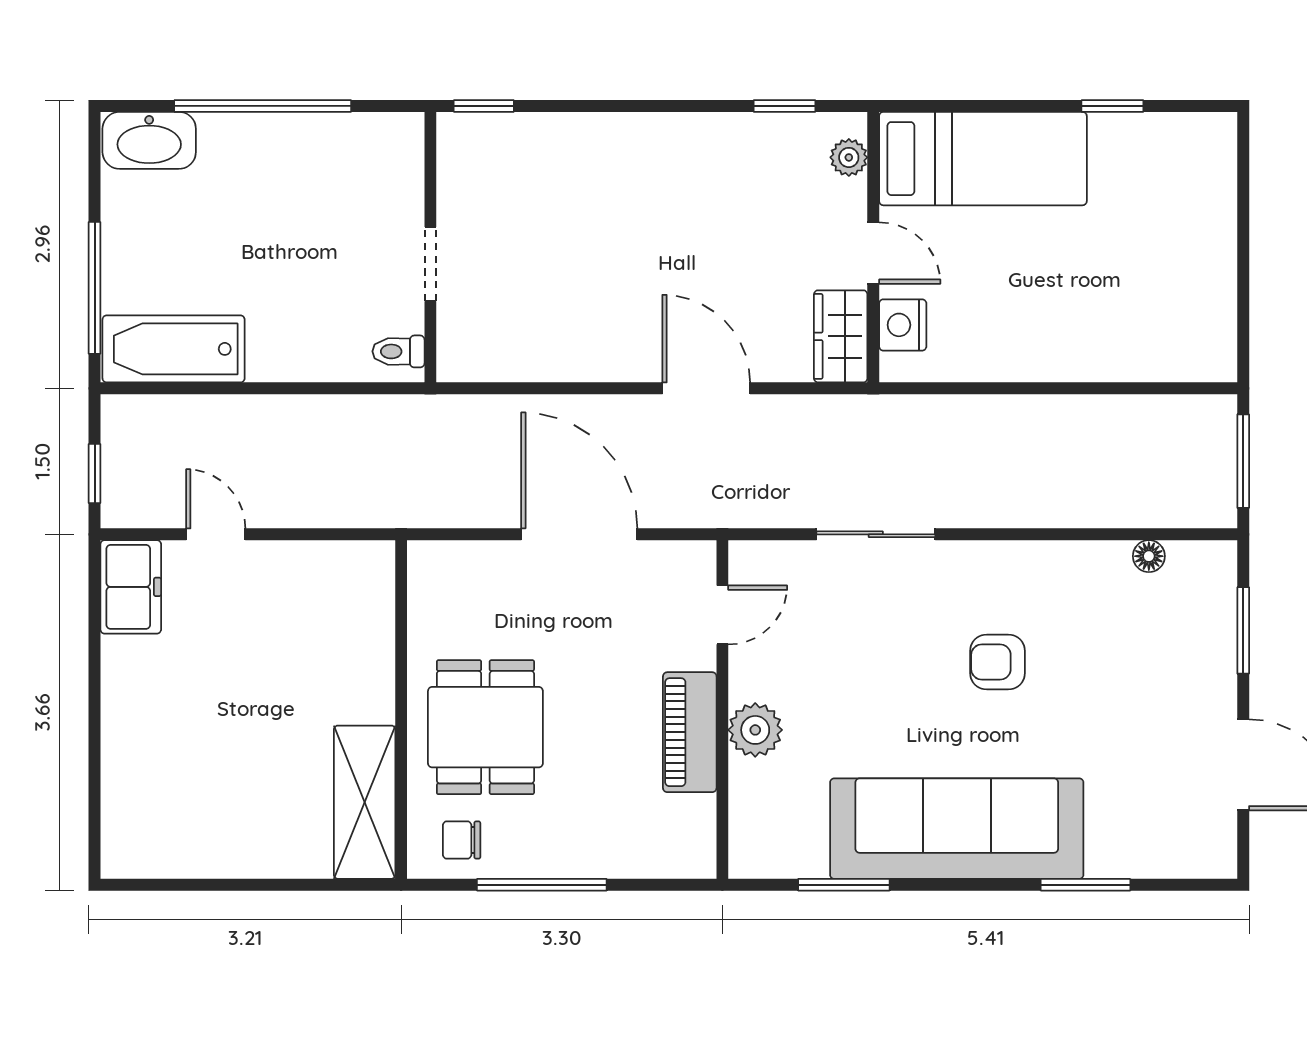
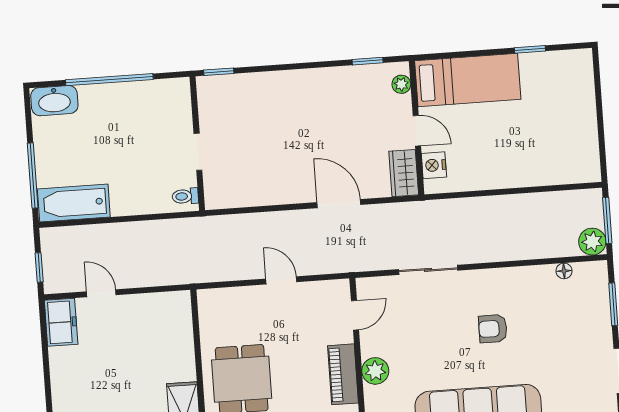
plant: (1210, 501) -> (592, 242), added
door: (579, 534) -> (281, 280), width x0.53

